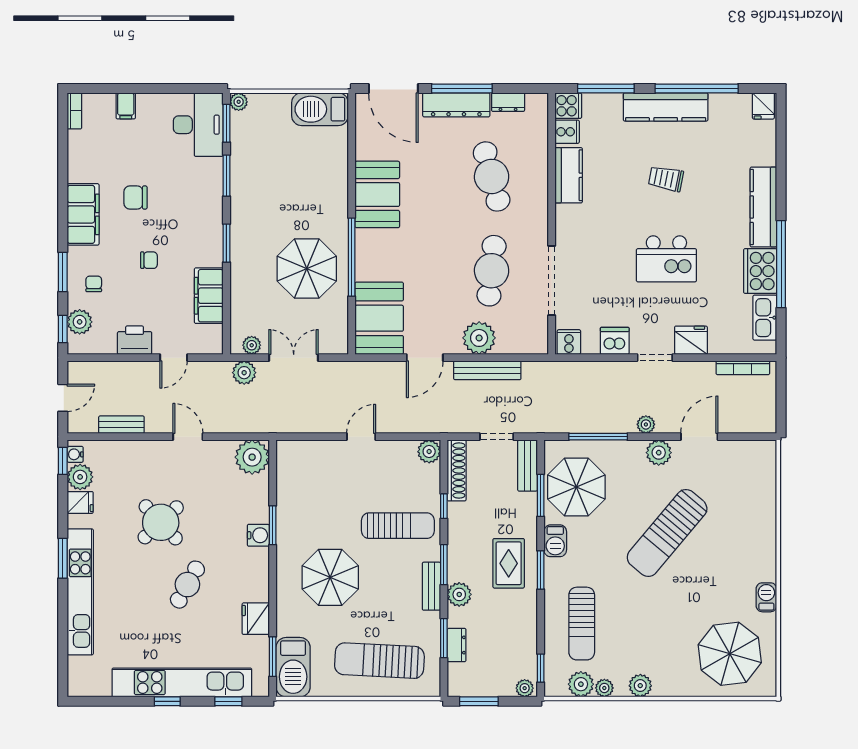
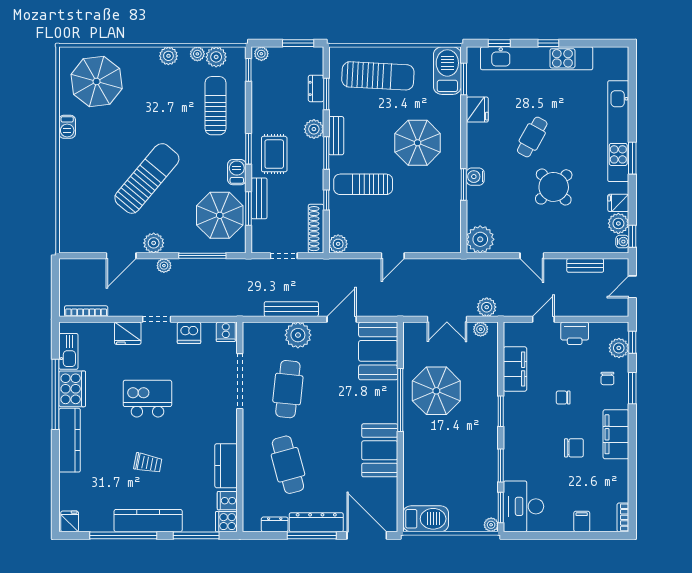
bench: (527, 466) -> (259, 198), moved

